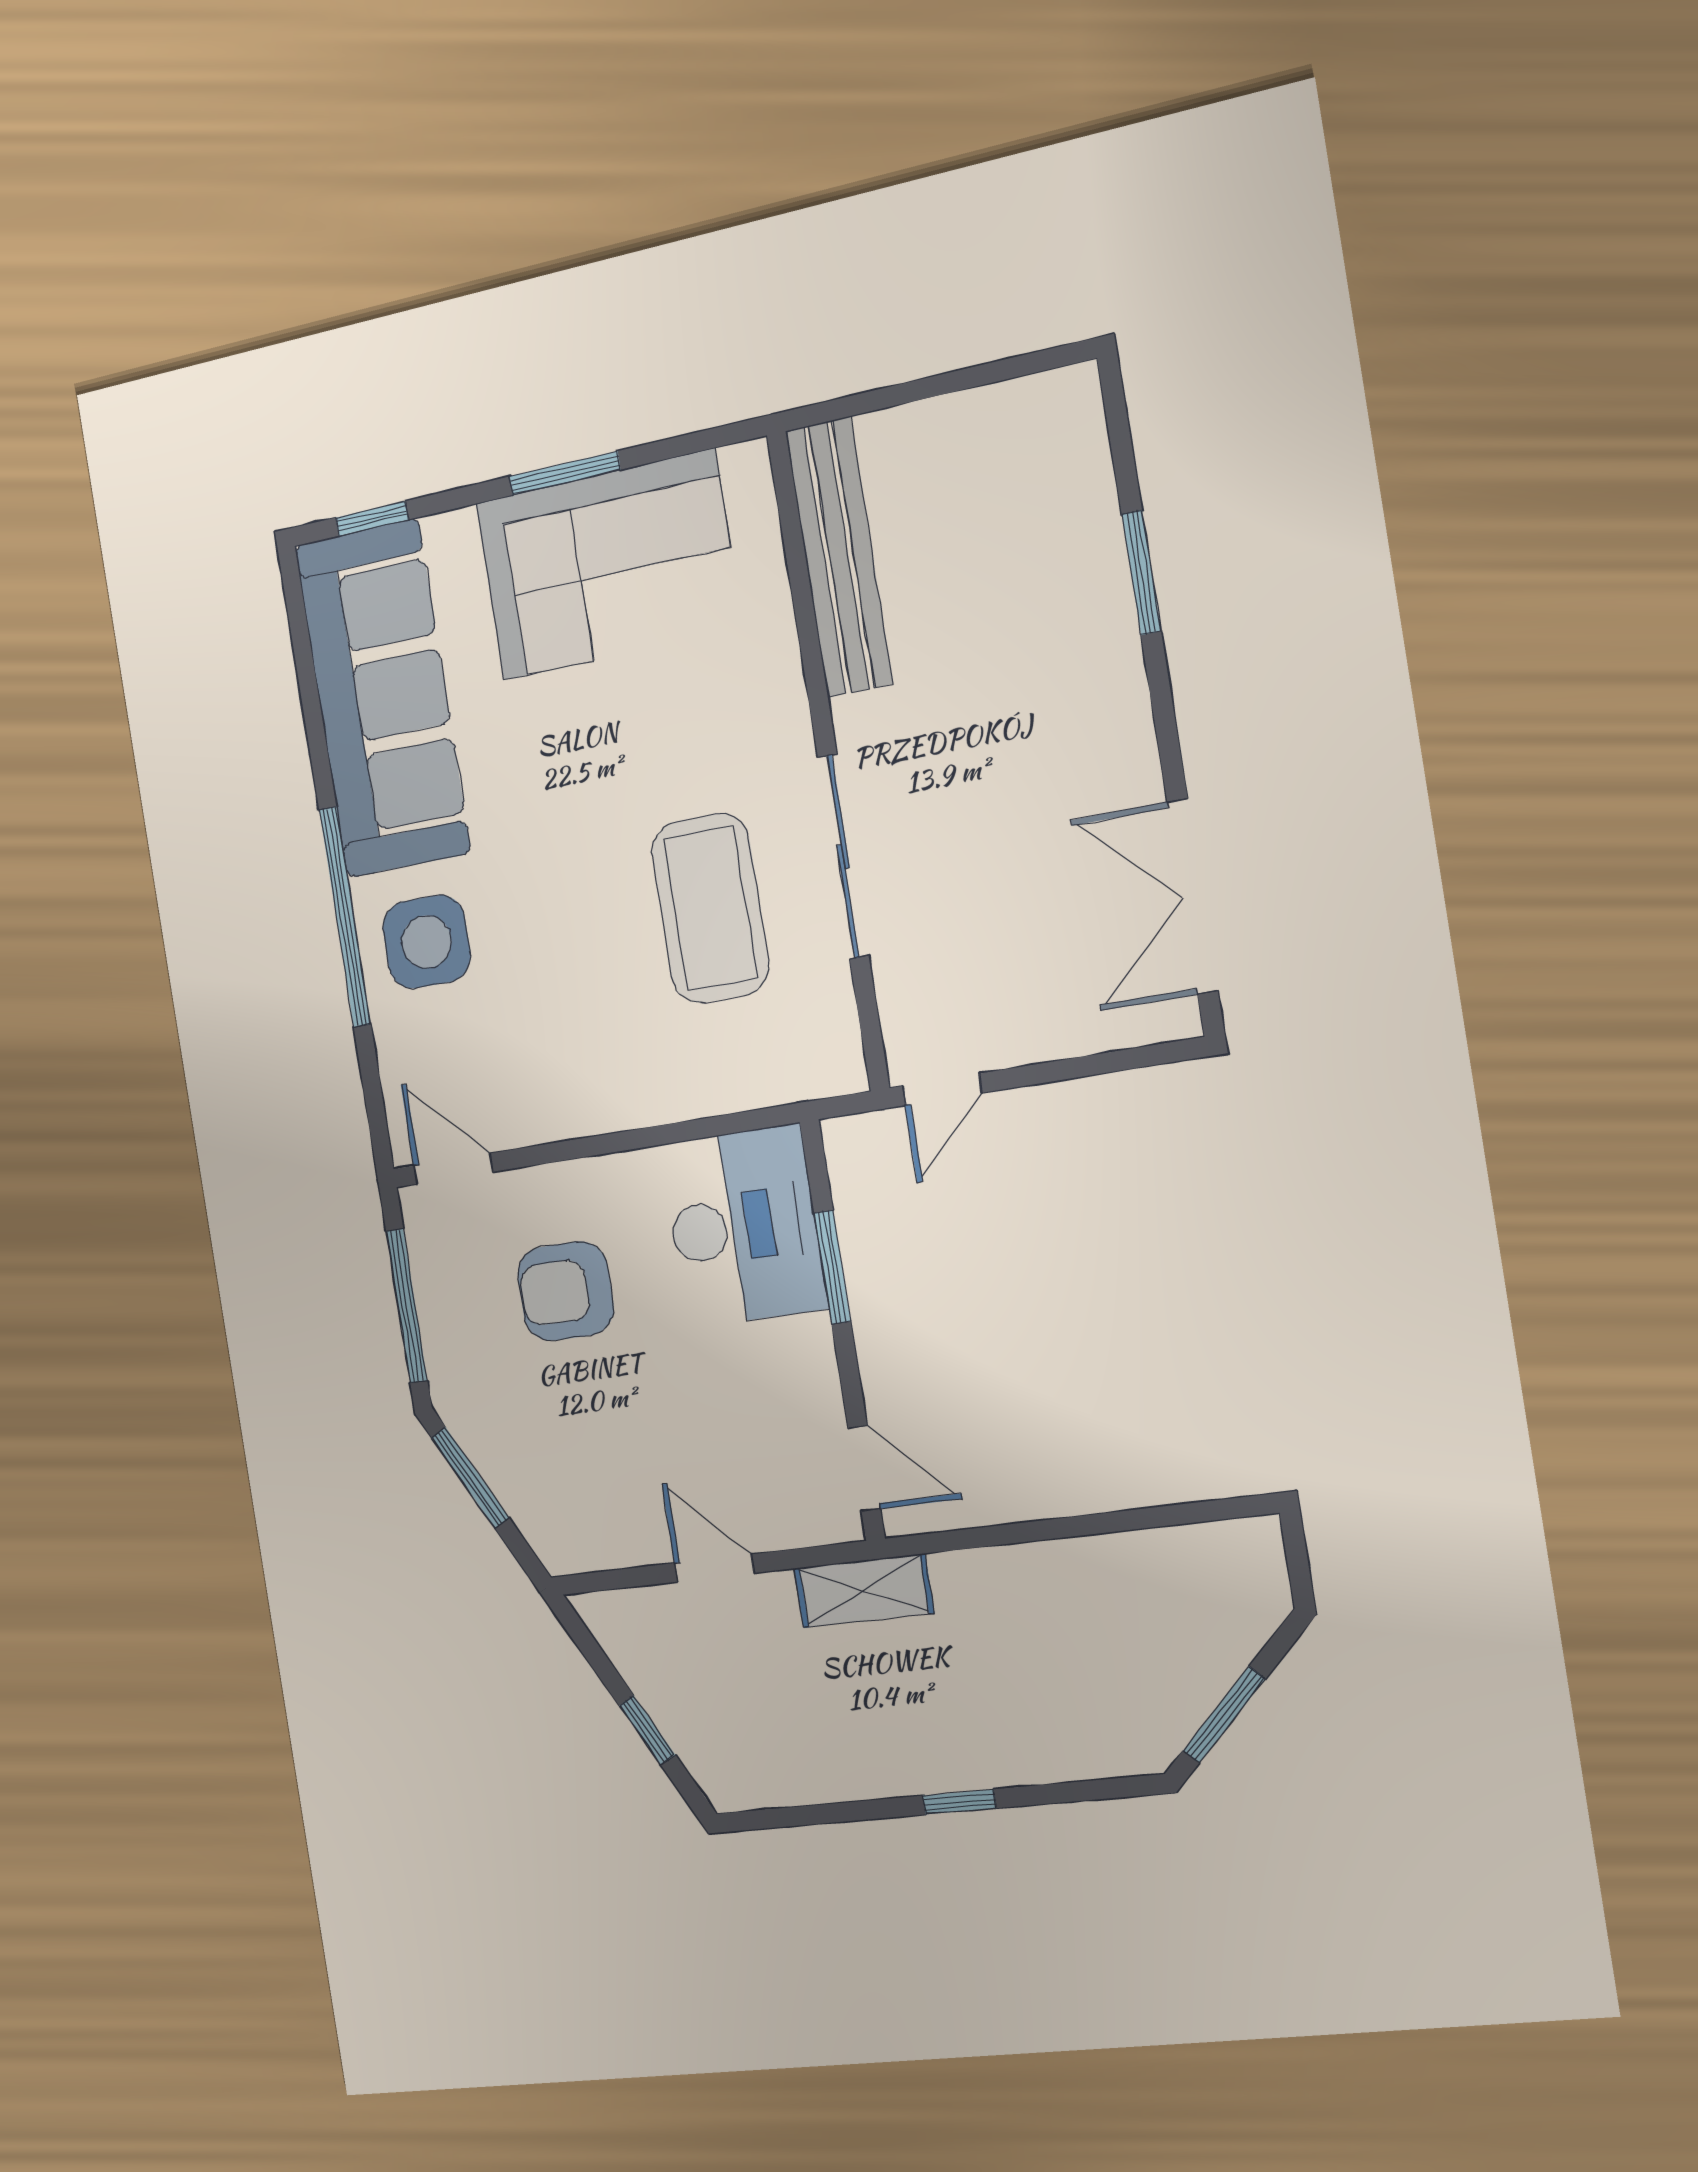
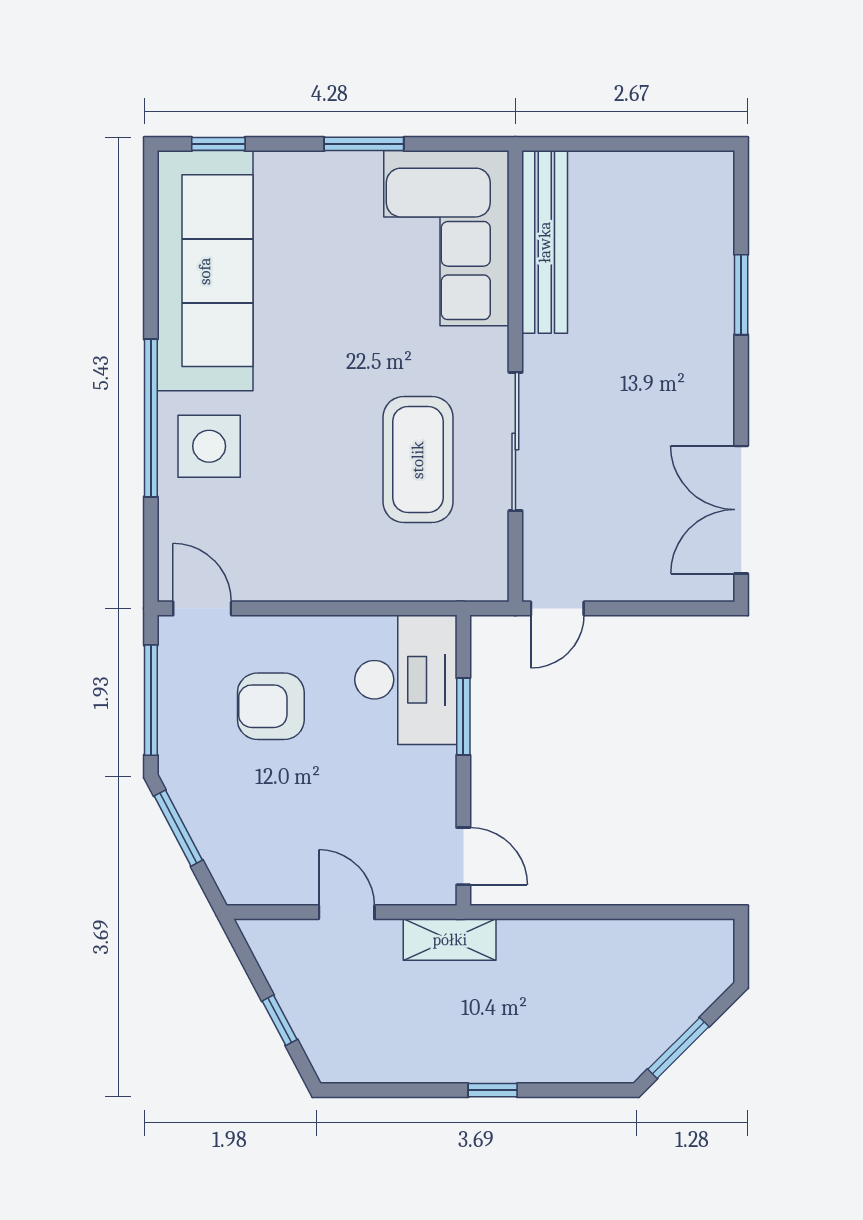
corner sofa: (608, 565) -> (446, 238), moved, turned 90

